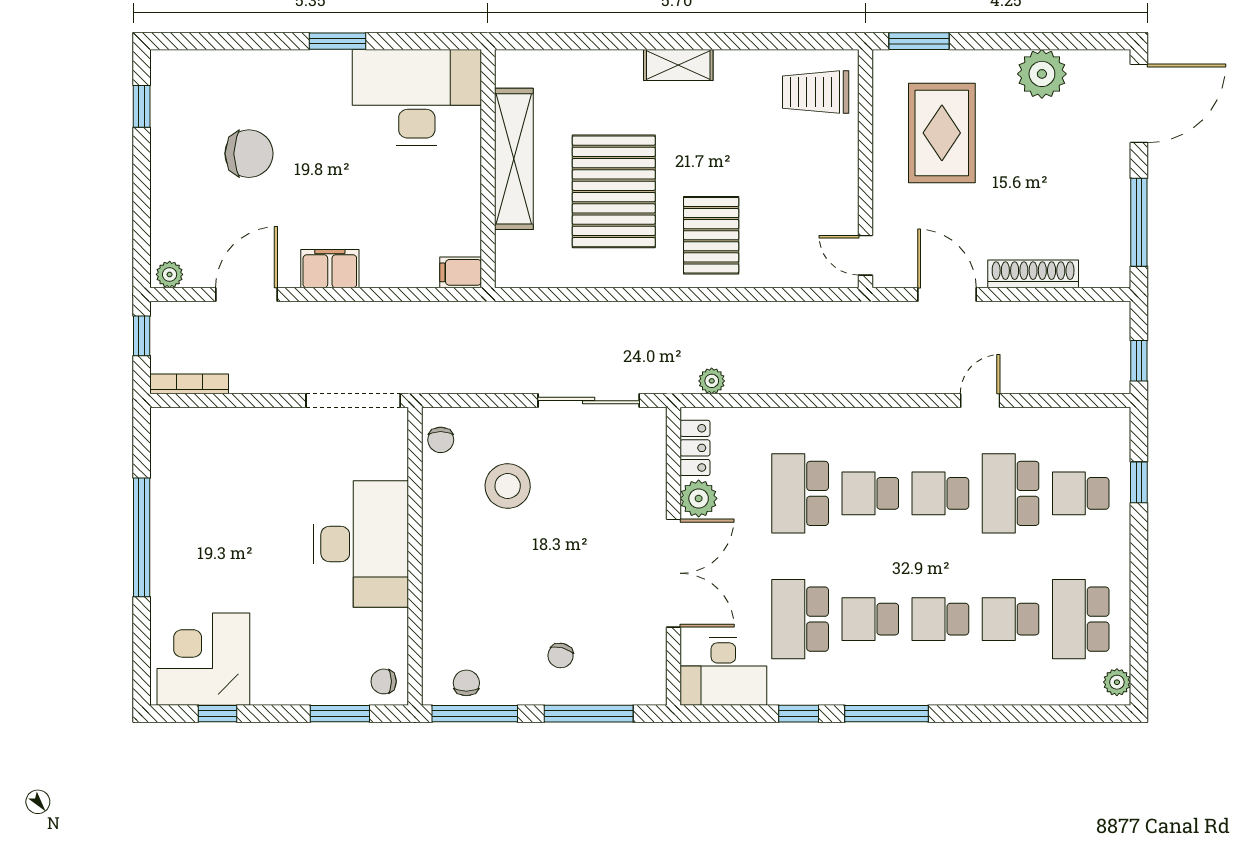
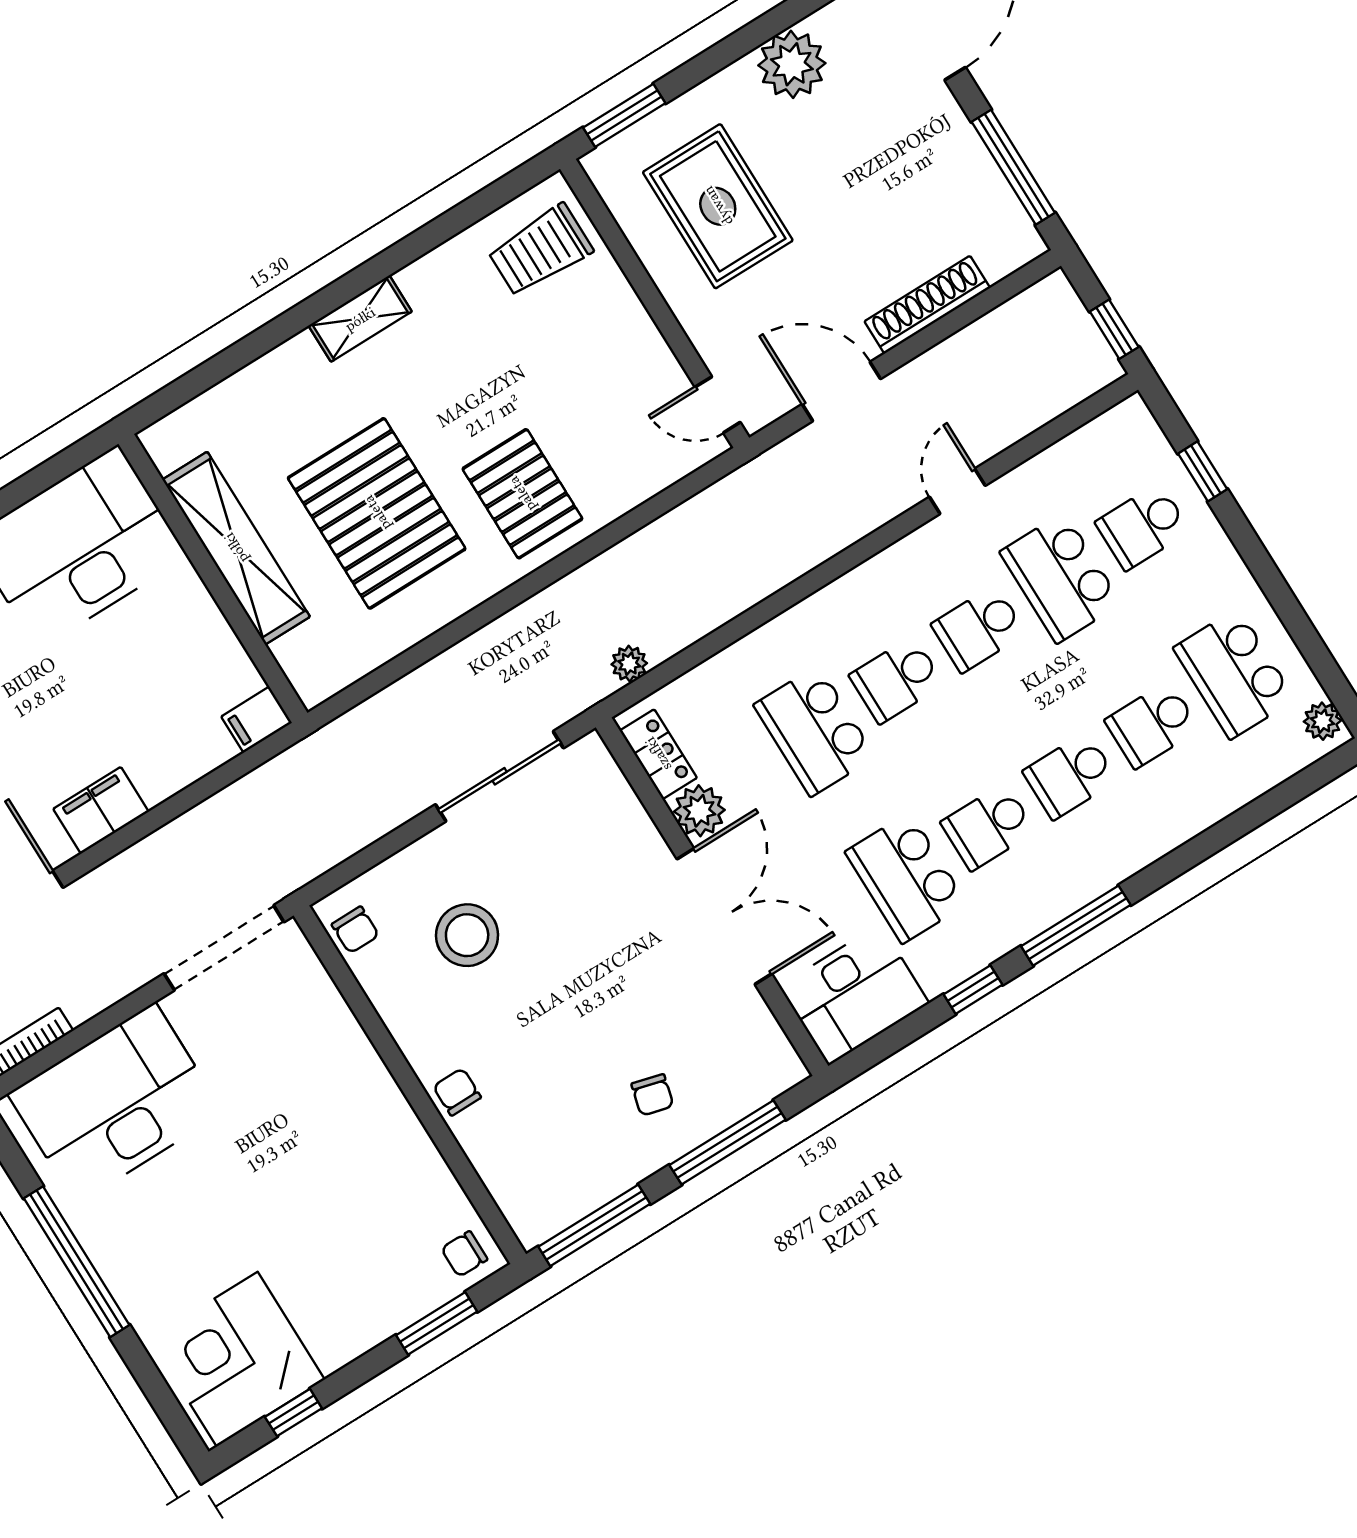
desk: (361, 544) -> (115, 1103), moved, turned -90
chair: (466, 683) -> (457, 1092), moved

